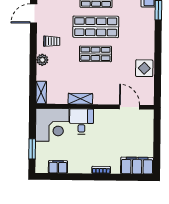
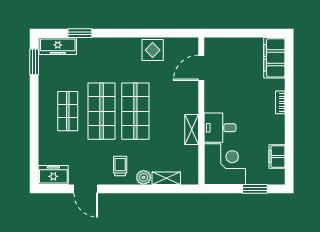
shop shelf: (95, 54) -> (135, 111), width x1.43, depth x1.36
shelving: (41, 92) -> (166, 178), moved

